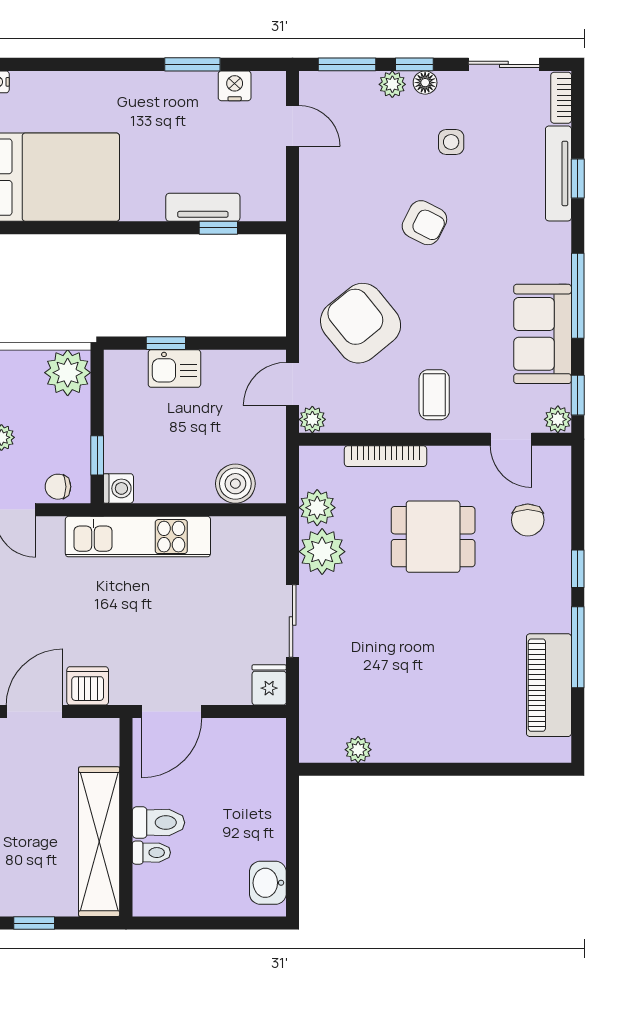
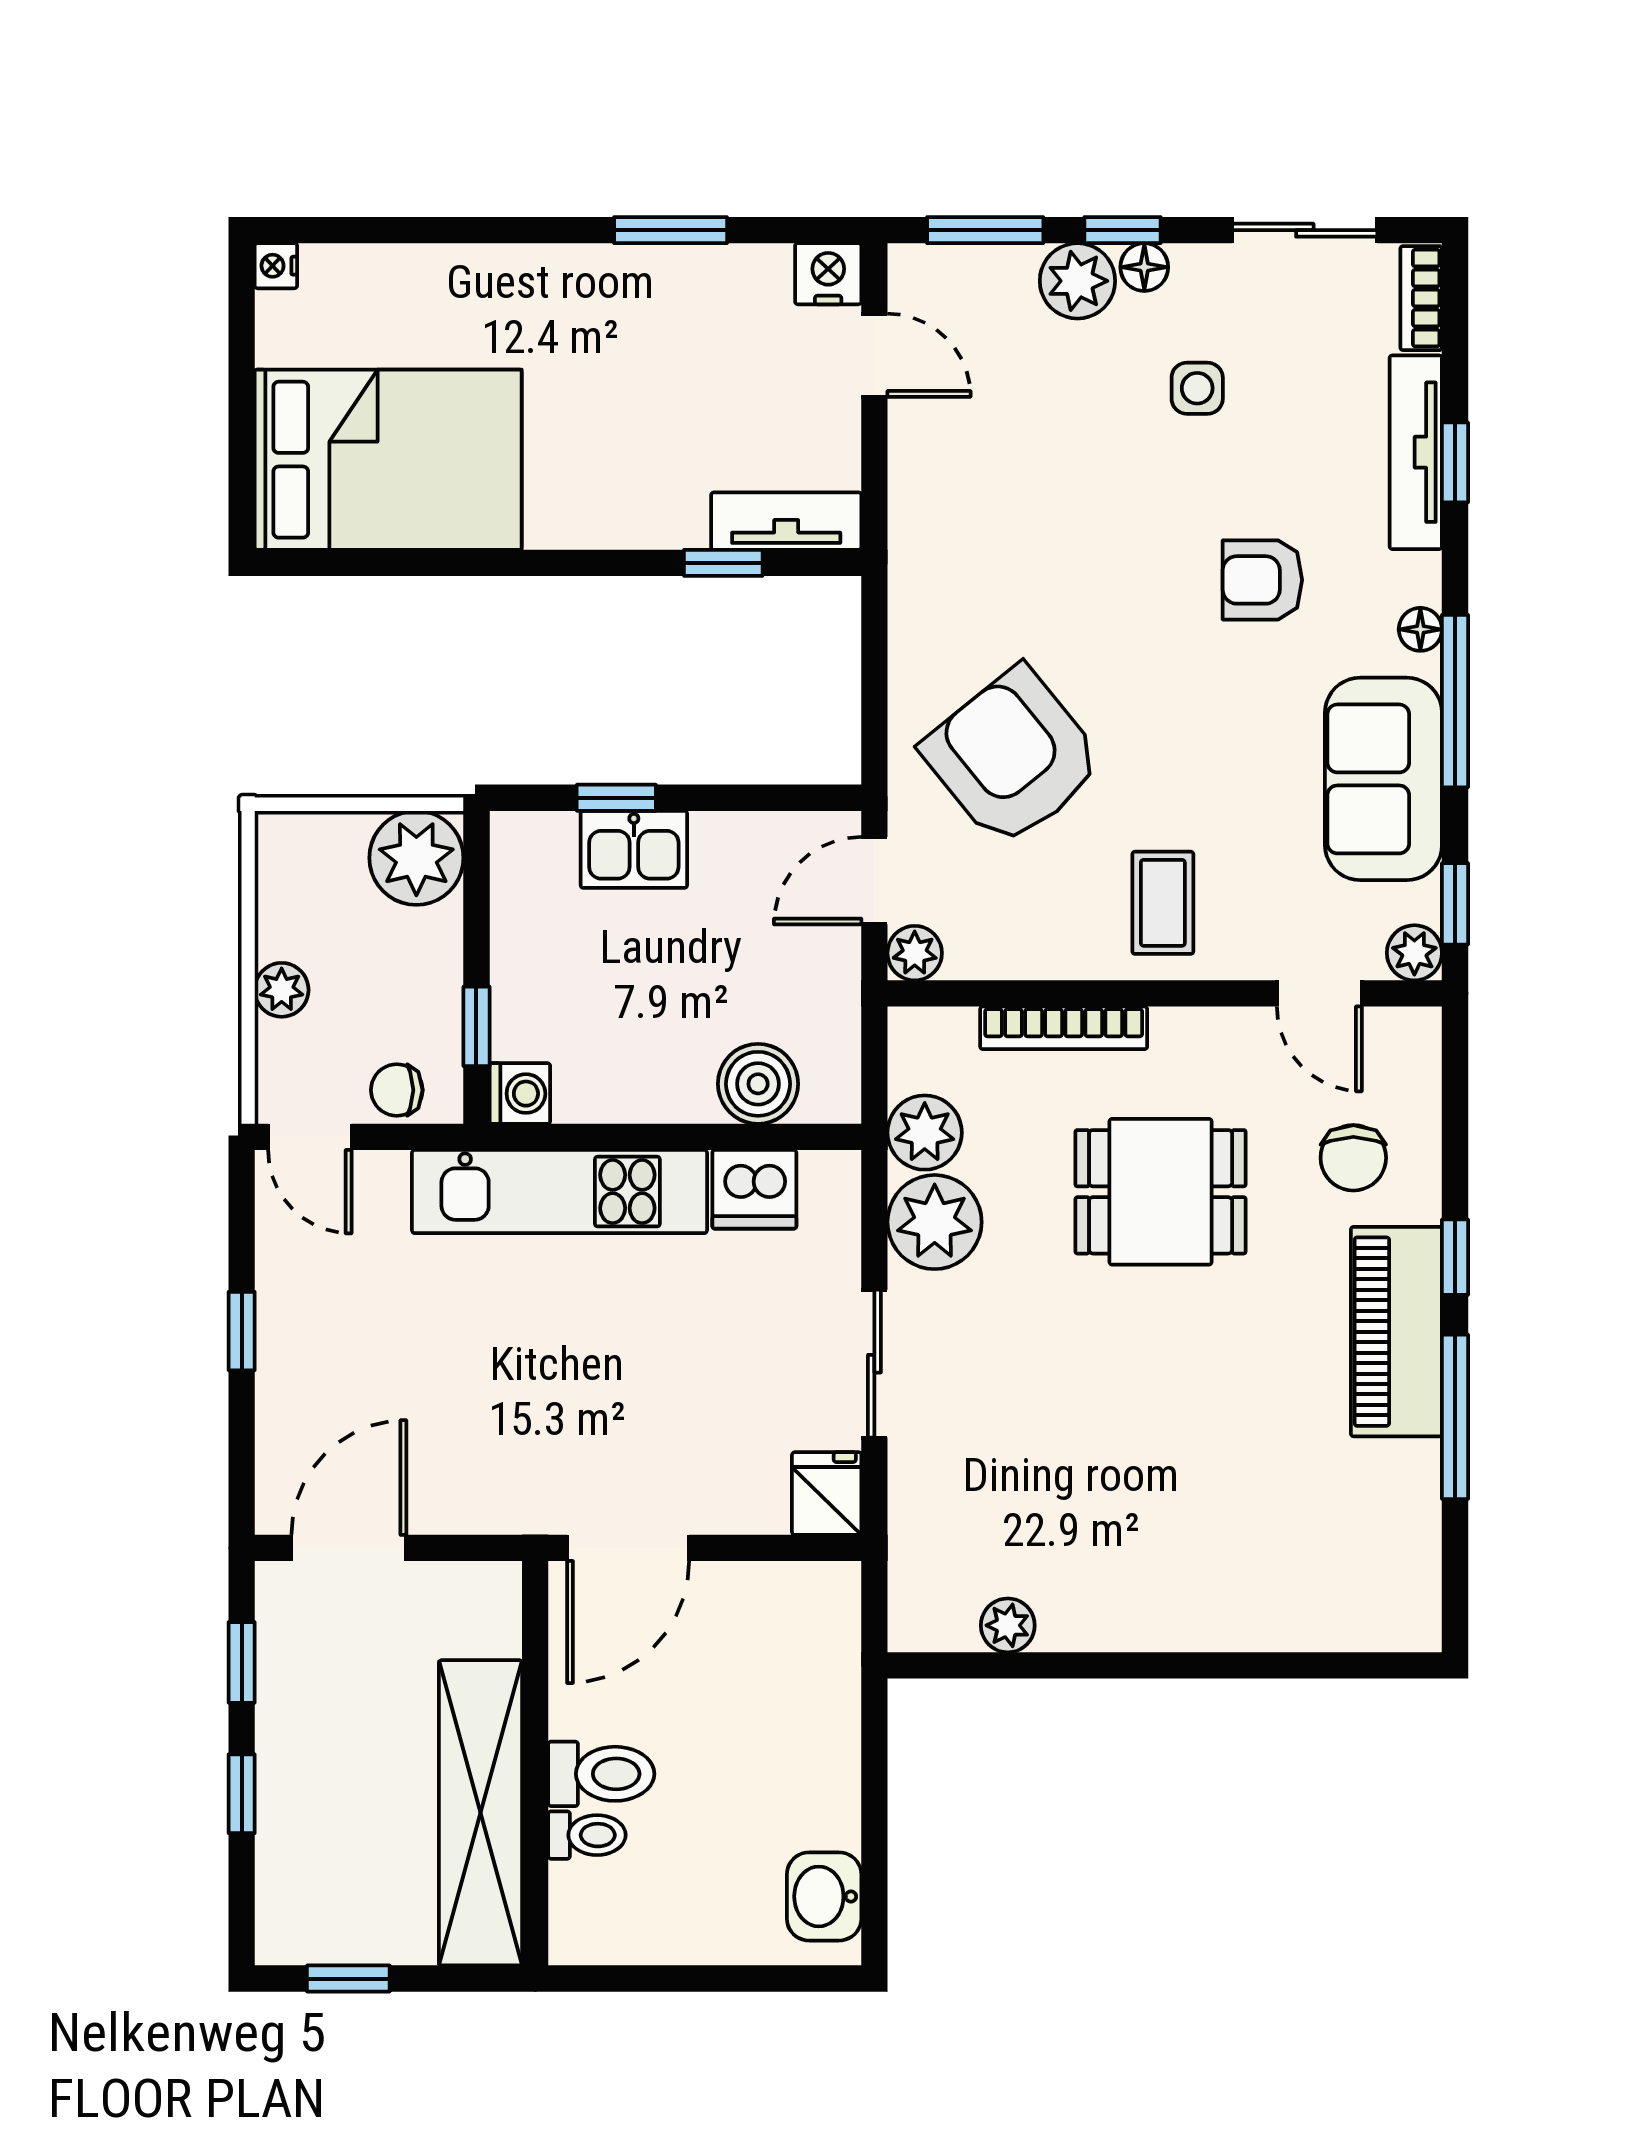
plant: (392, 84) -> (1077, 281), width x1.38, depth x1.38
nightstand: (235, 86) -> (828, 274), moved
tv unit: (203, 207) -> (786, 521), moved
armchair: (424, 223) -> (1262, 580), moved, turned 153
floor lamp: (561, 260) -> (1420, 629), added
piano: (549, 685) -> (1396, 1332), moved
dishwasher: (88, 686) -> (754, 1189), moved, turned 180

